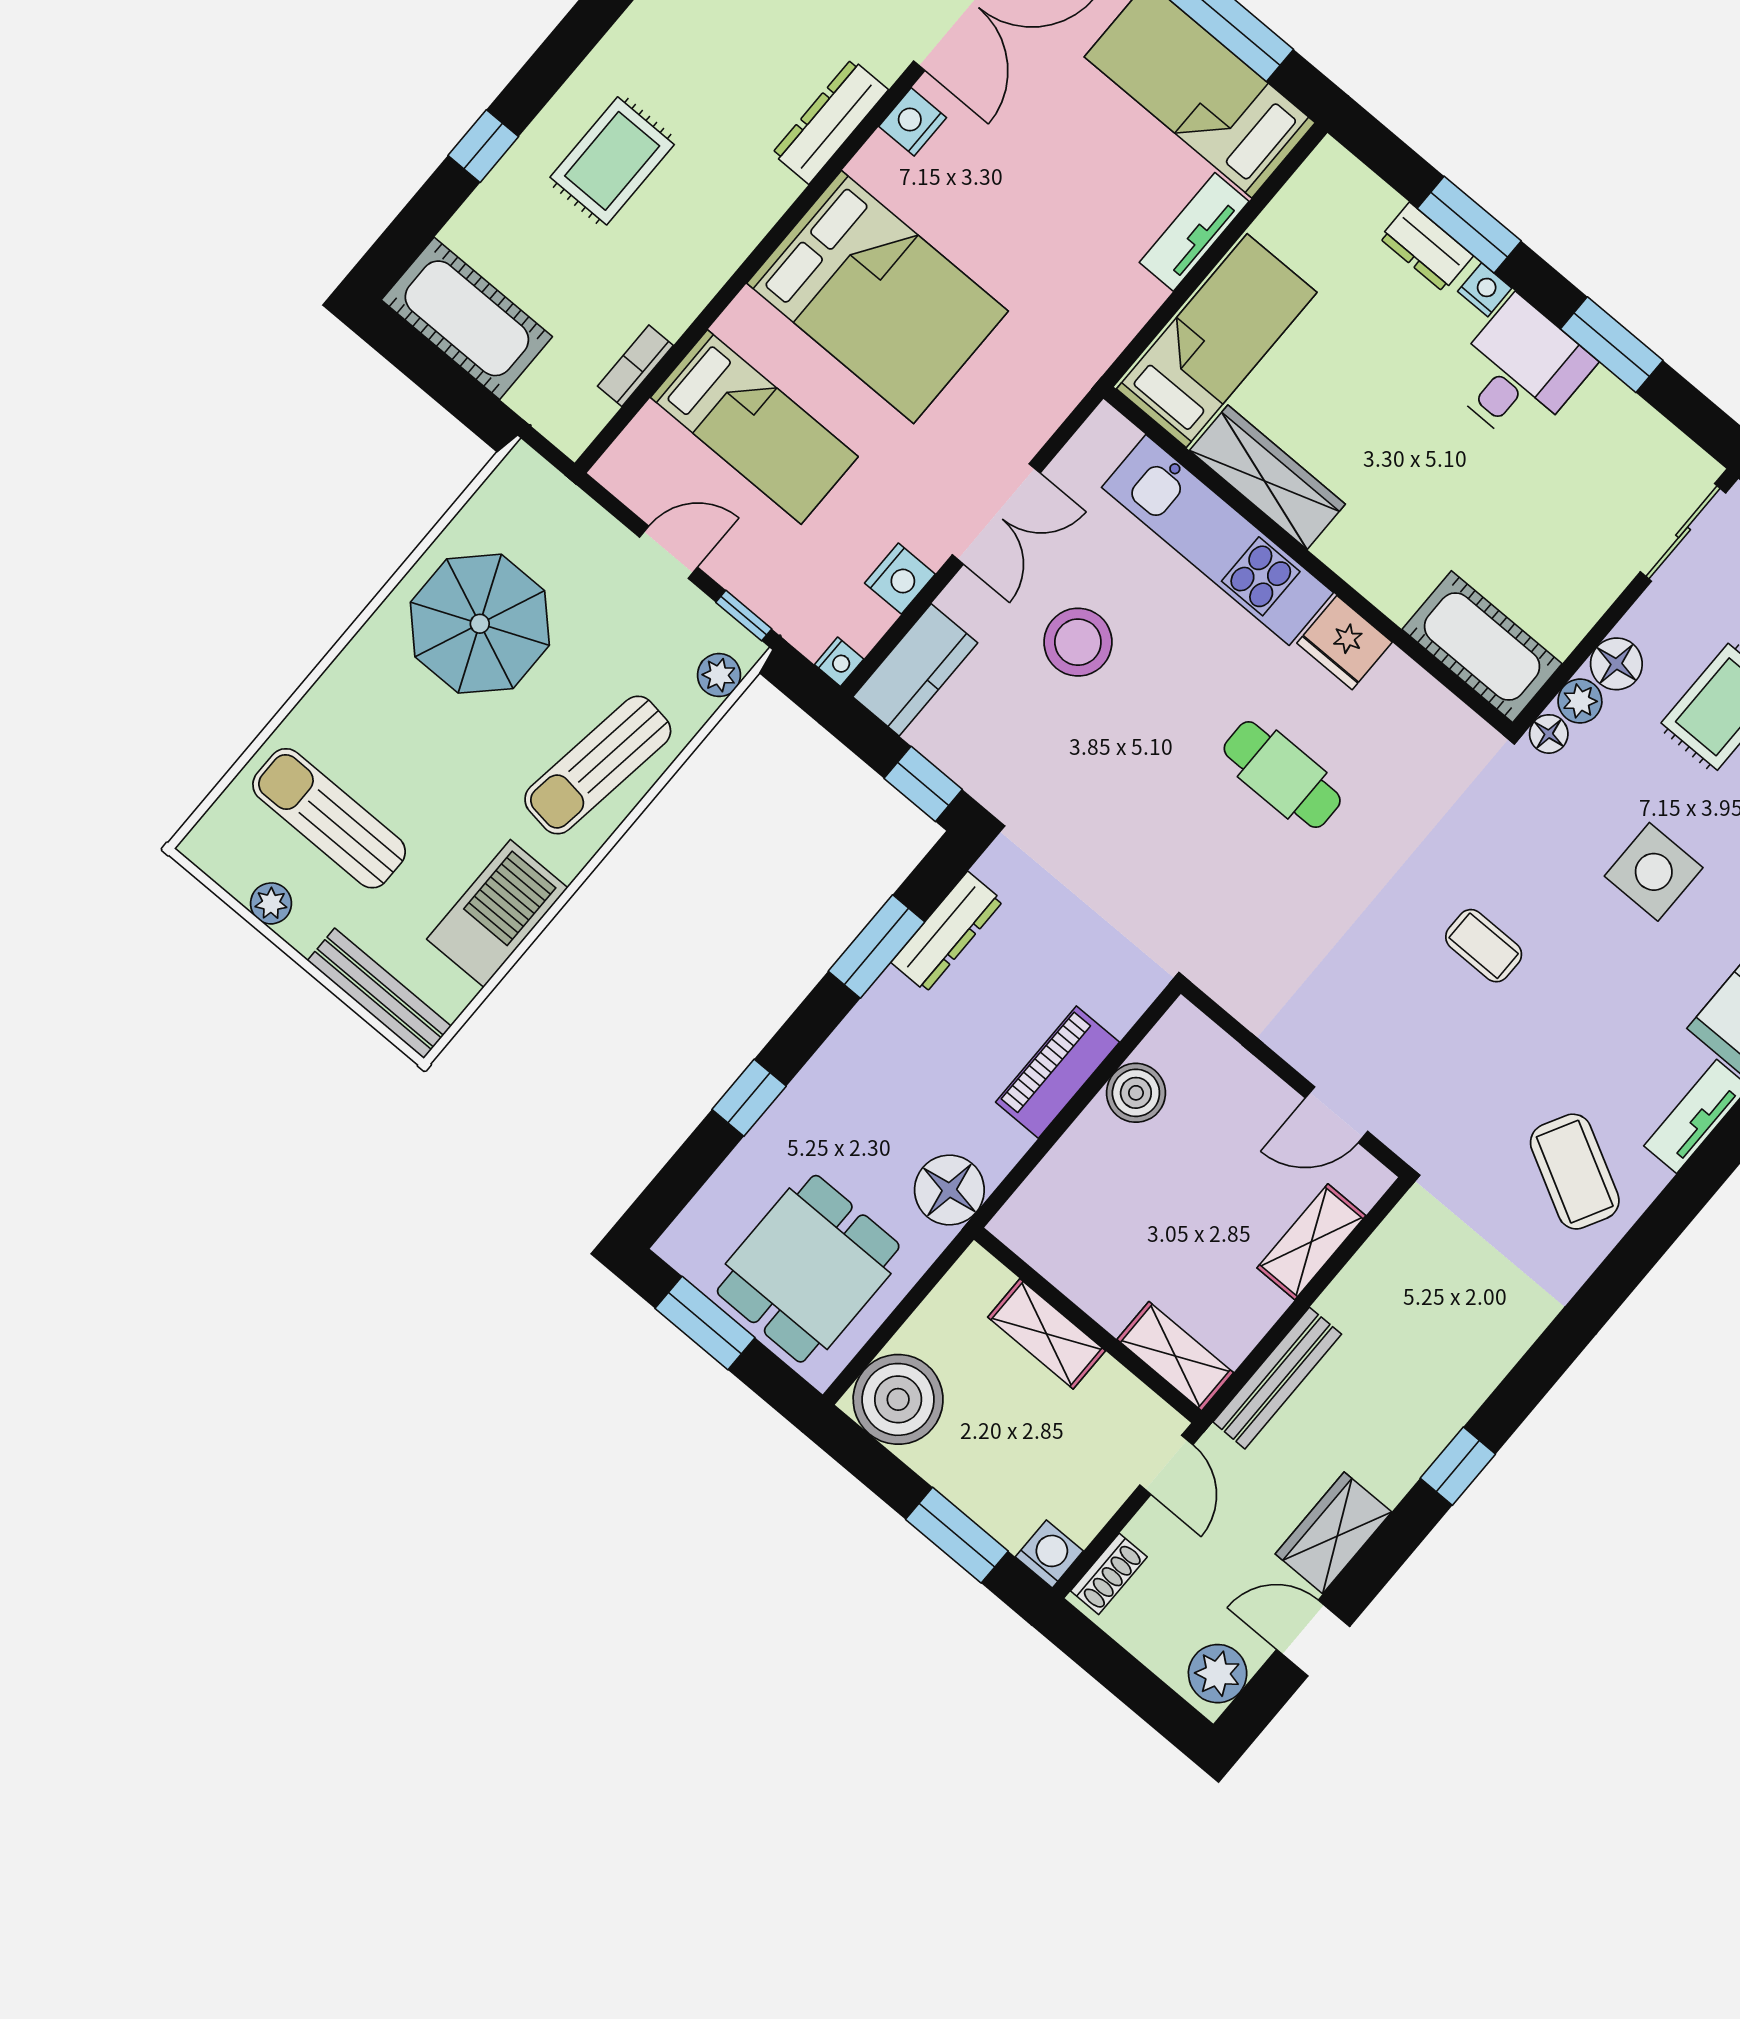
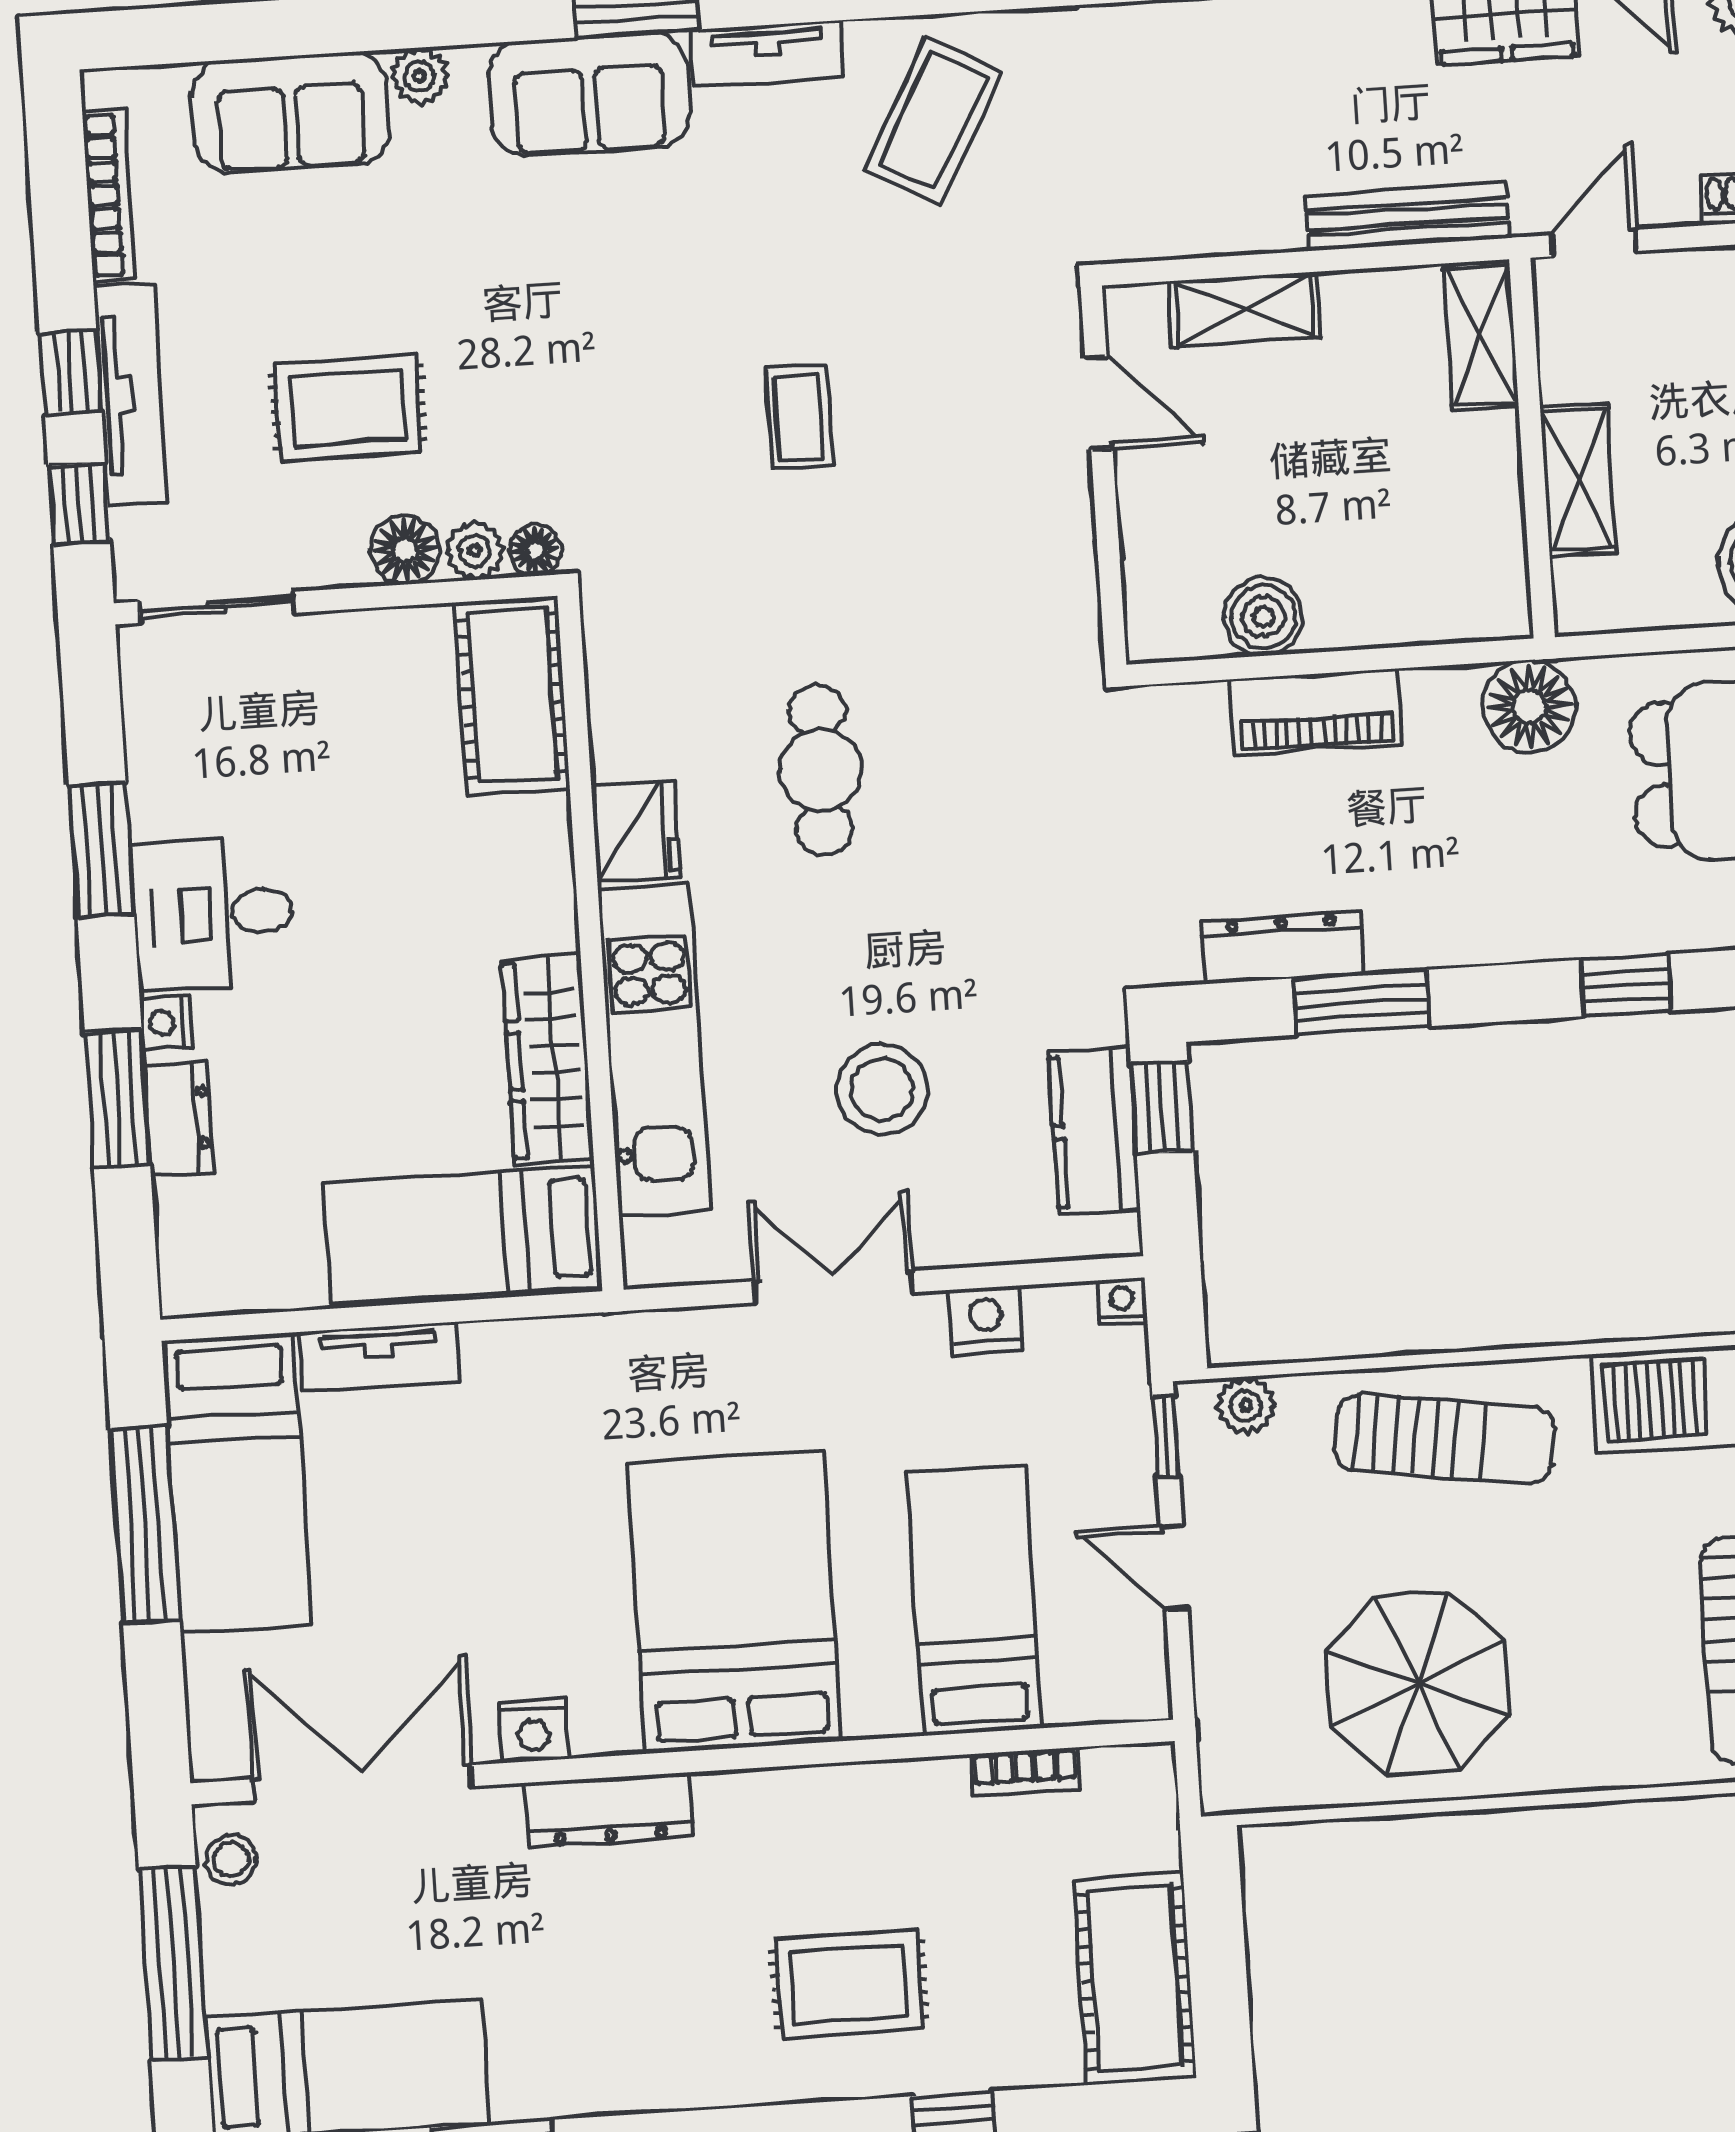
kitchen counter: (915, 670) -> (1094, 1130), moved, turned -90
side table: (1654, 872) -> (571, 322), removed

